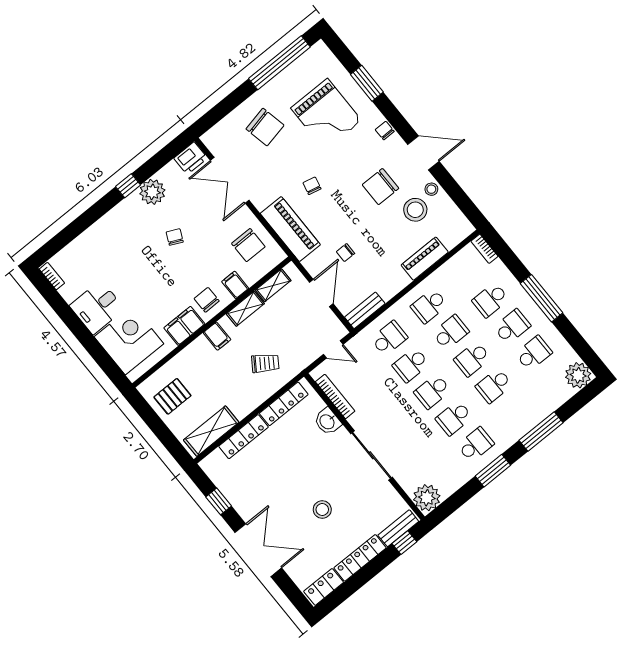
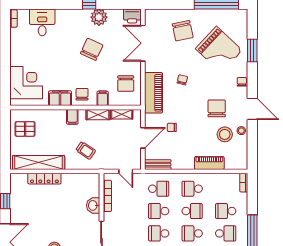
grand piano: (326, 114) -> (219, 49), turned -47
chair: (381, 187) -> (217, 108), turned 90
chair: (175, 237) -> (92, 49), width x1.87, depth x1.87
desk: (97, 307) -> (42, 22), moved, turned 90
locker: (284, 404) -> (78, 179), removed
shelving: (211, 431) -> (39, 163), width x1.47

